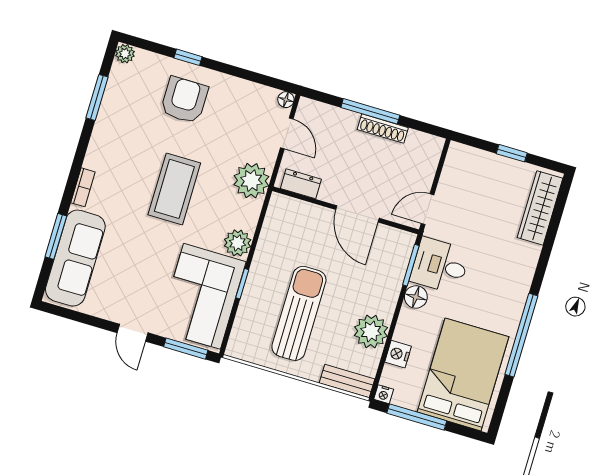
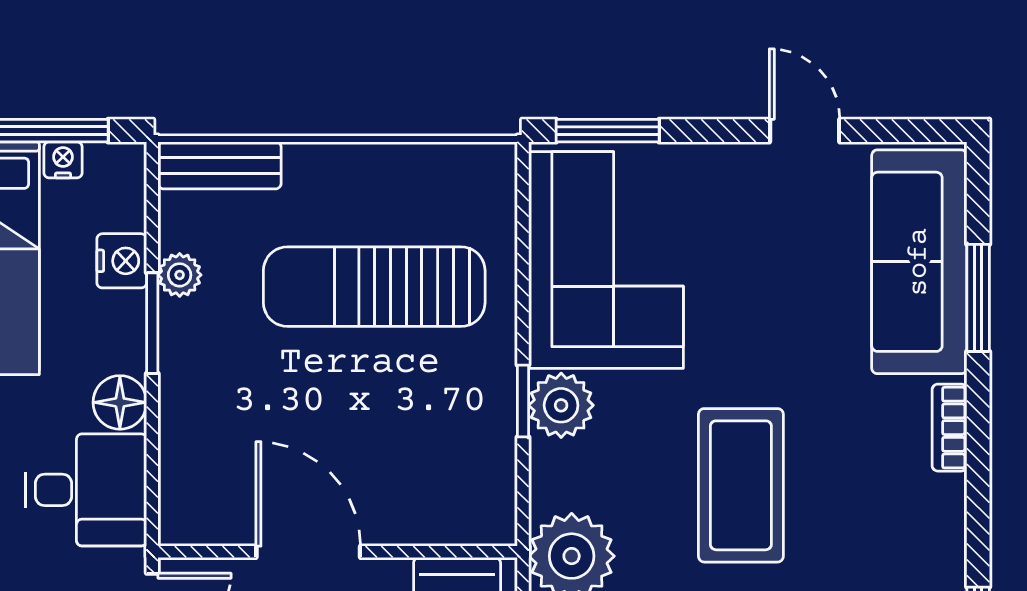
window: (411, 265) -> (152, 323), moved
window: (242, 284) -> (523, 401), moved
sun lounger: (299, 313) -> (374, 287), turned 90
plant: (371, 331) -> (180, 275), width x0.53, depth x0.53
door: (132, 333) -> (805, 131), moved
nightstand: (384, 394) -> (63, 160), moved

